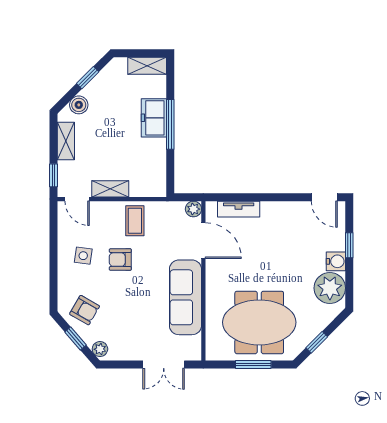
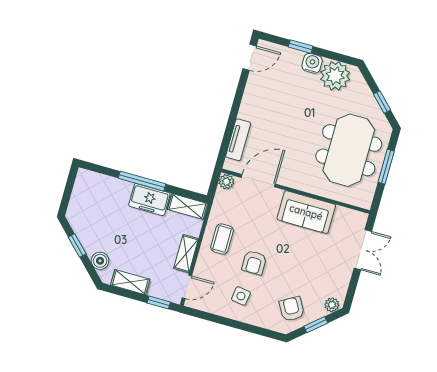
shelving: (147, 66) -> (187, 206), moved, turned 90
freezer: (154, 118) -> (149, 200), moved
coffee table: (135, 221) -> (222, 239), turned 90
sofa: (185, 297) -> (306, 212), width x0.73
armchair: (85, 310) -> (292, 309), turned -60

